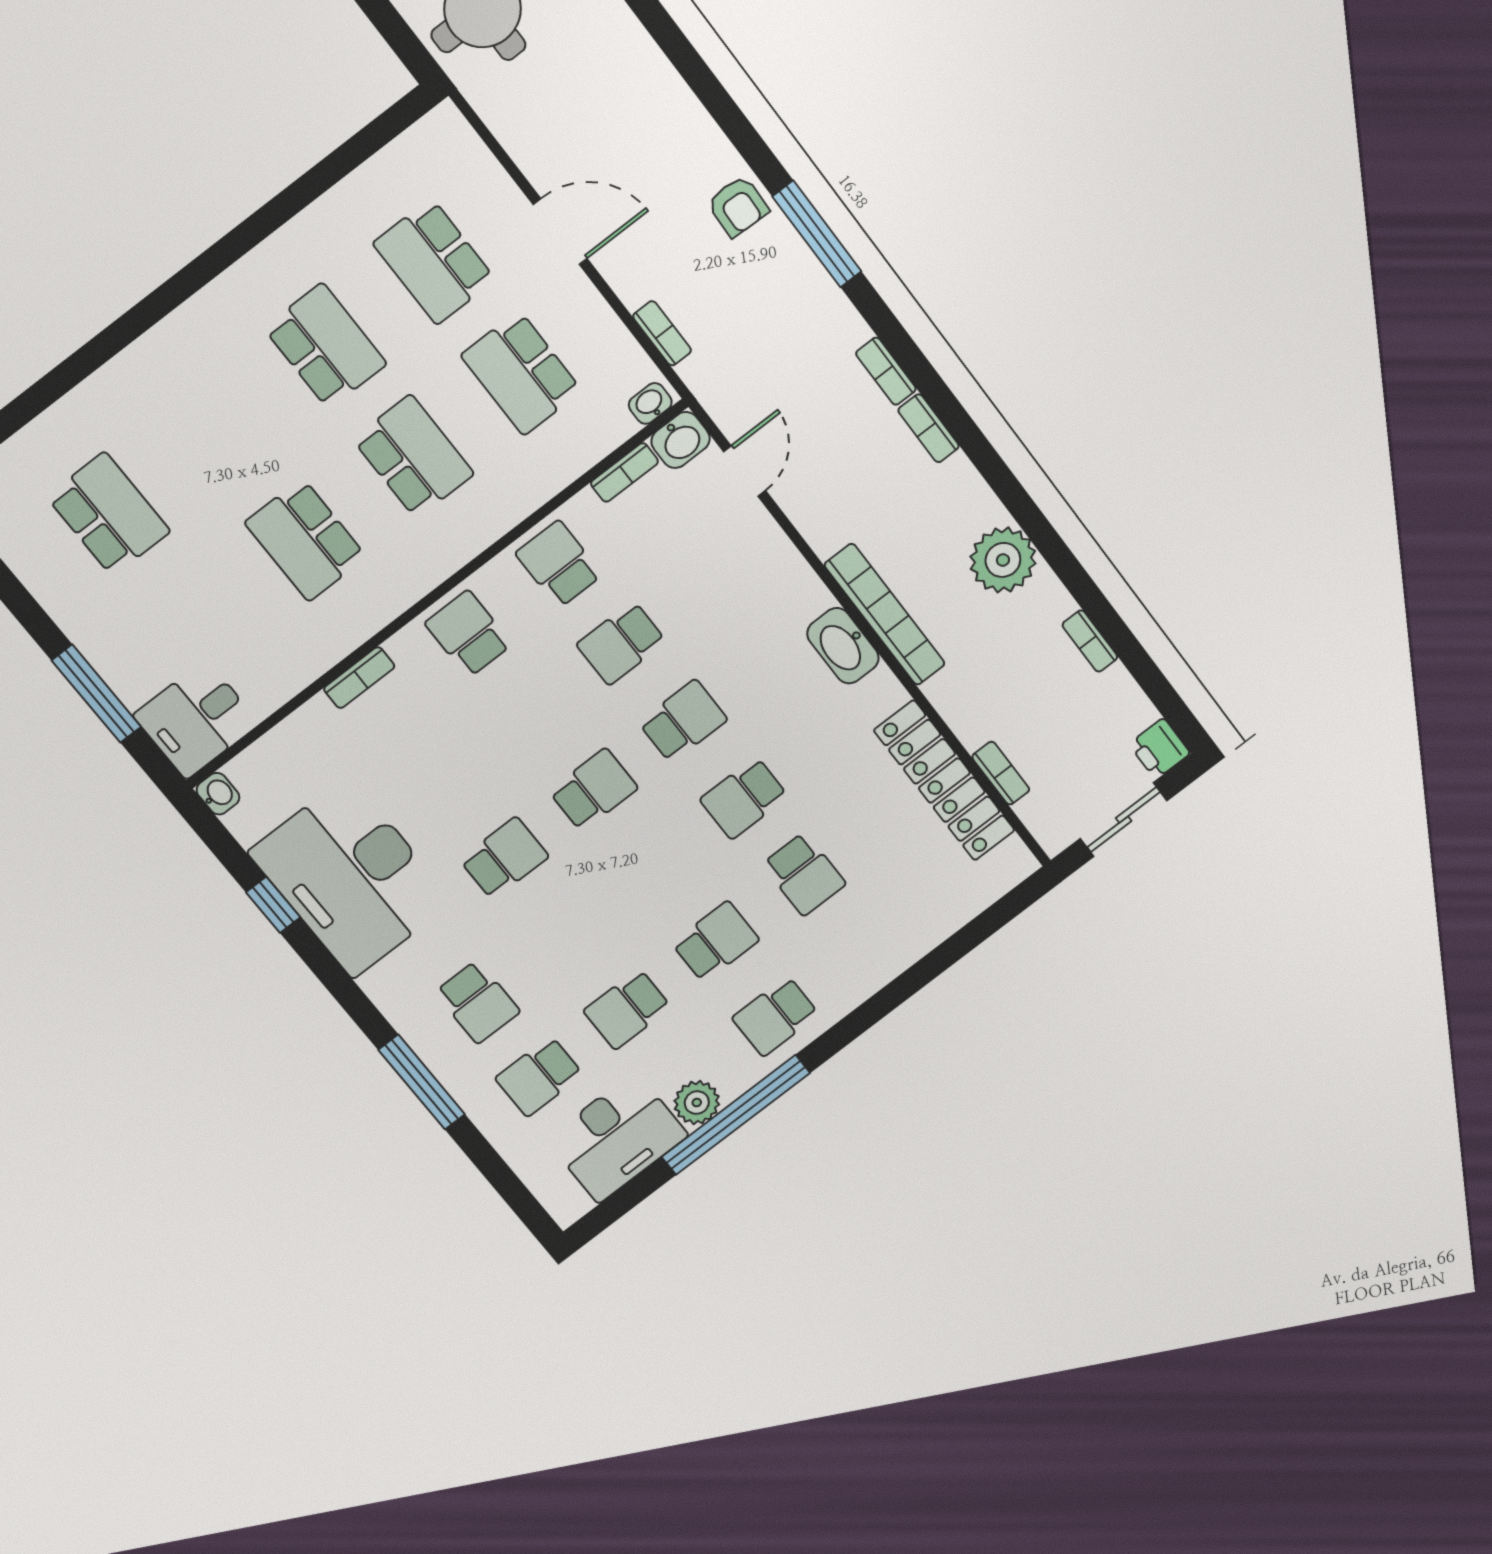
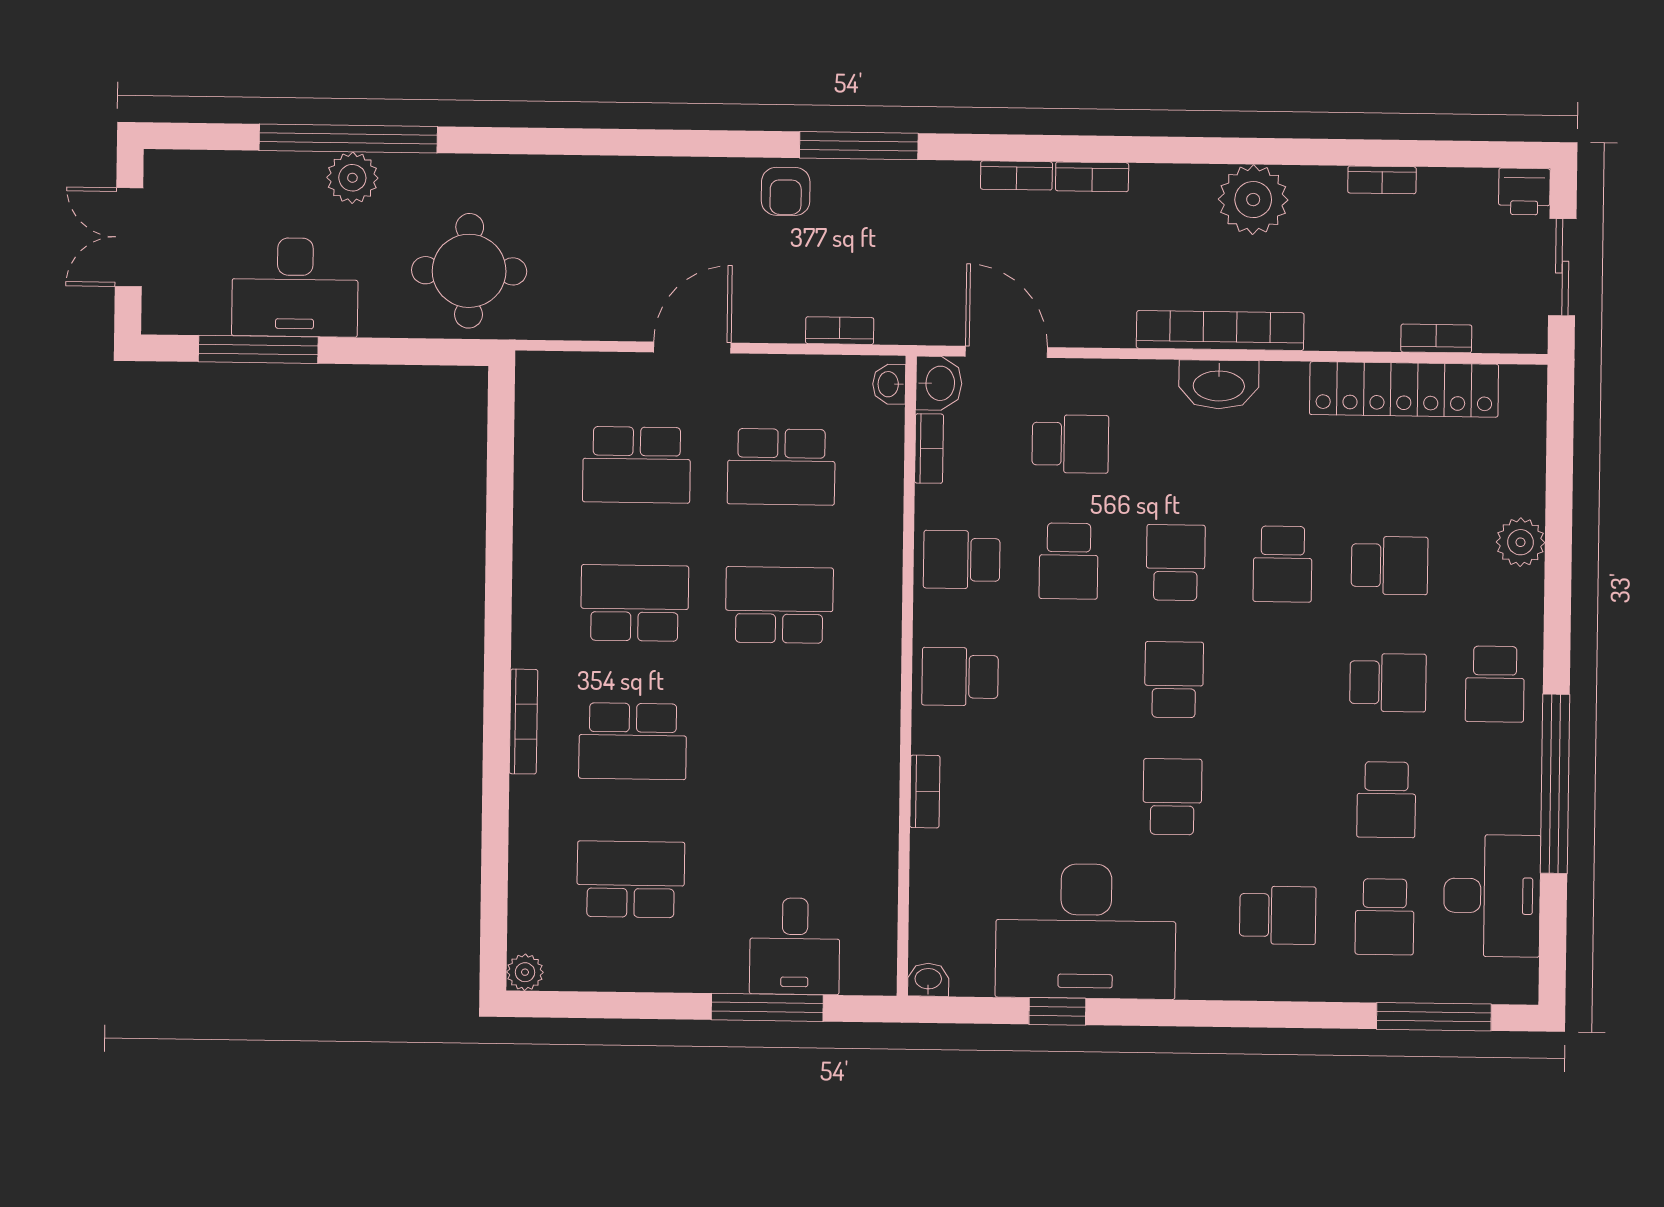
armchair: (738, 206) -> (786, 191), turned 88
bookcase: (163, 335) -> (523, 722), added
door: (745, 471) -> (1006, 352), width x1.38
school desk: (306, 540) -> (633, 741), moved
school desk: (712, 574) -> (1070, 444), added
desk: (196, 719) -> (795, 946), moved
school desk: (716, 942) -> (1388, 683), turned 90
window: (422, 1082) -> (1434, 1017), moved
plant: (697, 1103) -> (1520, 542), moved

